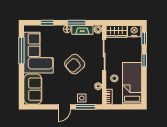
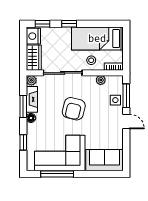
armchair: (75, 64) -> (74, 109), turned 56

